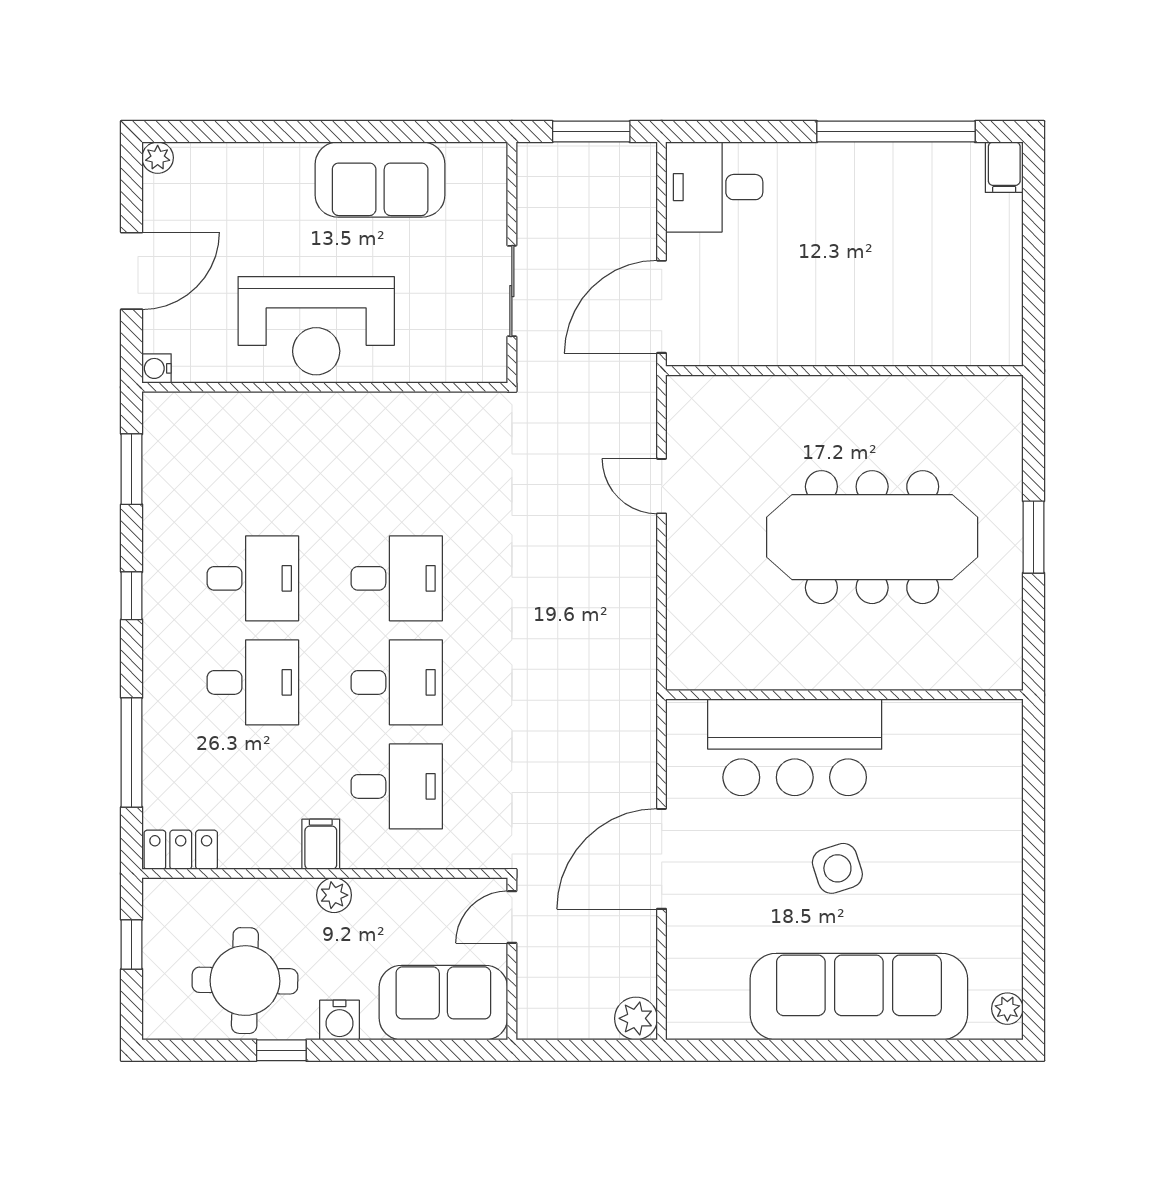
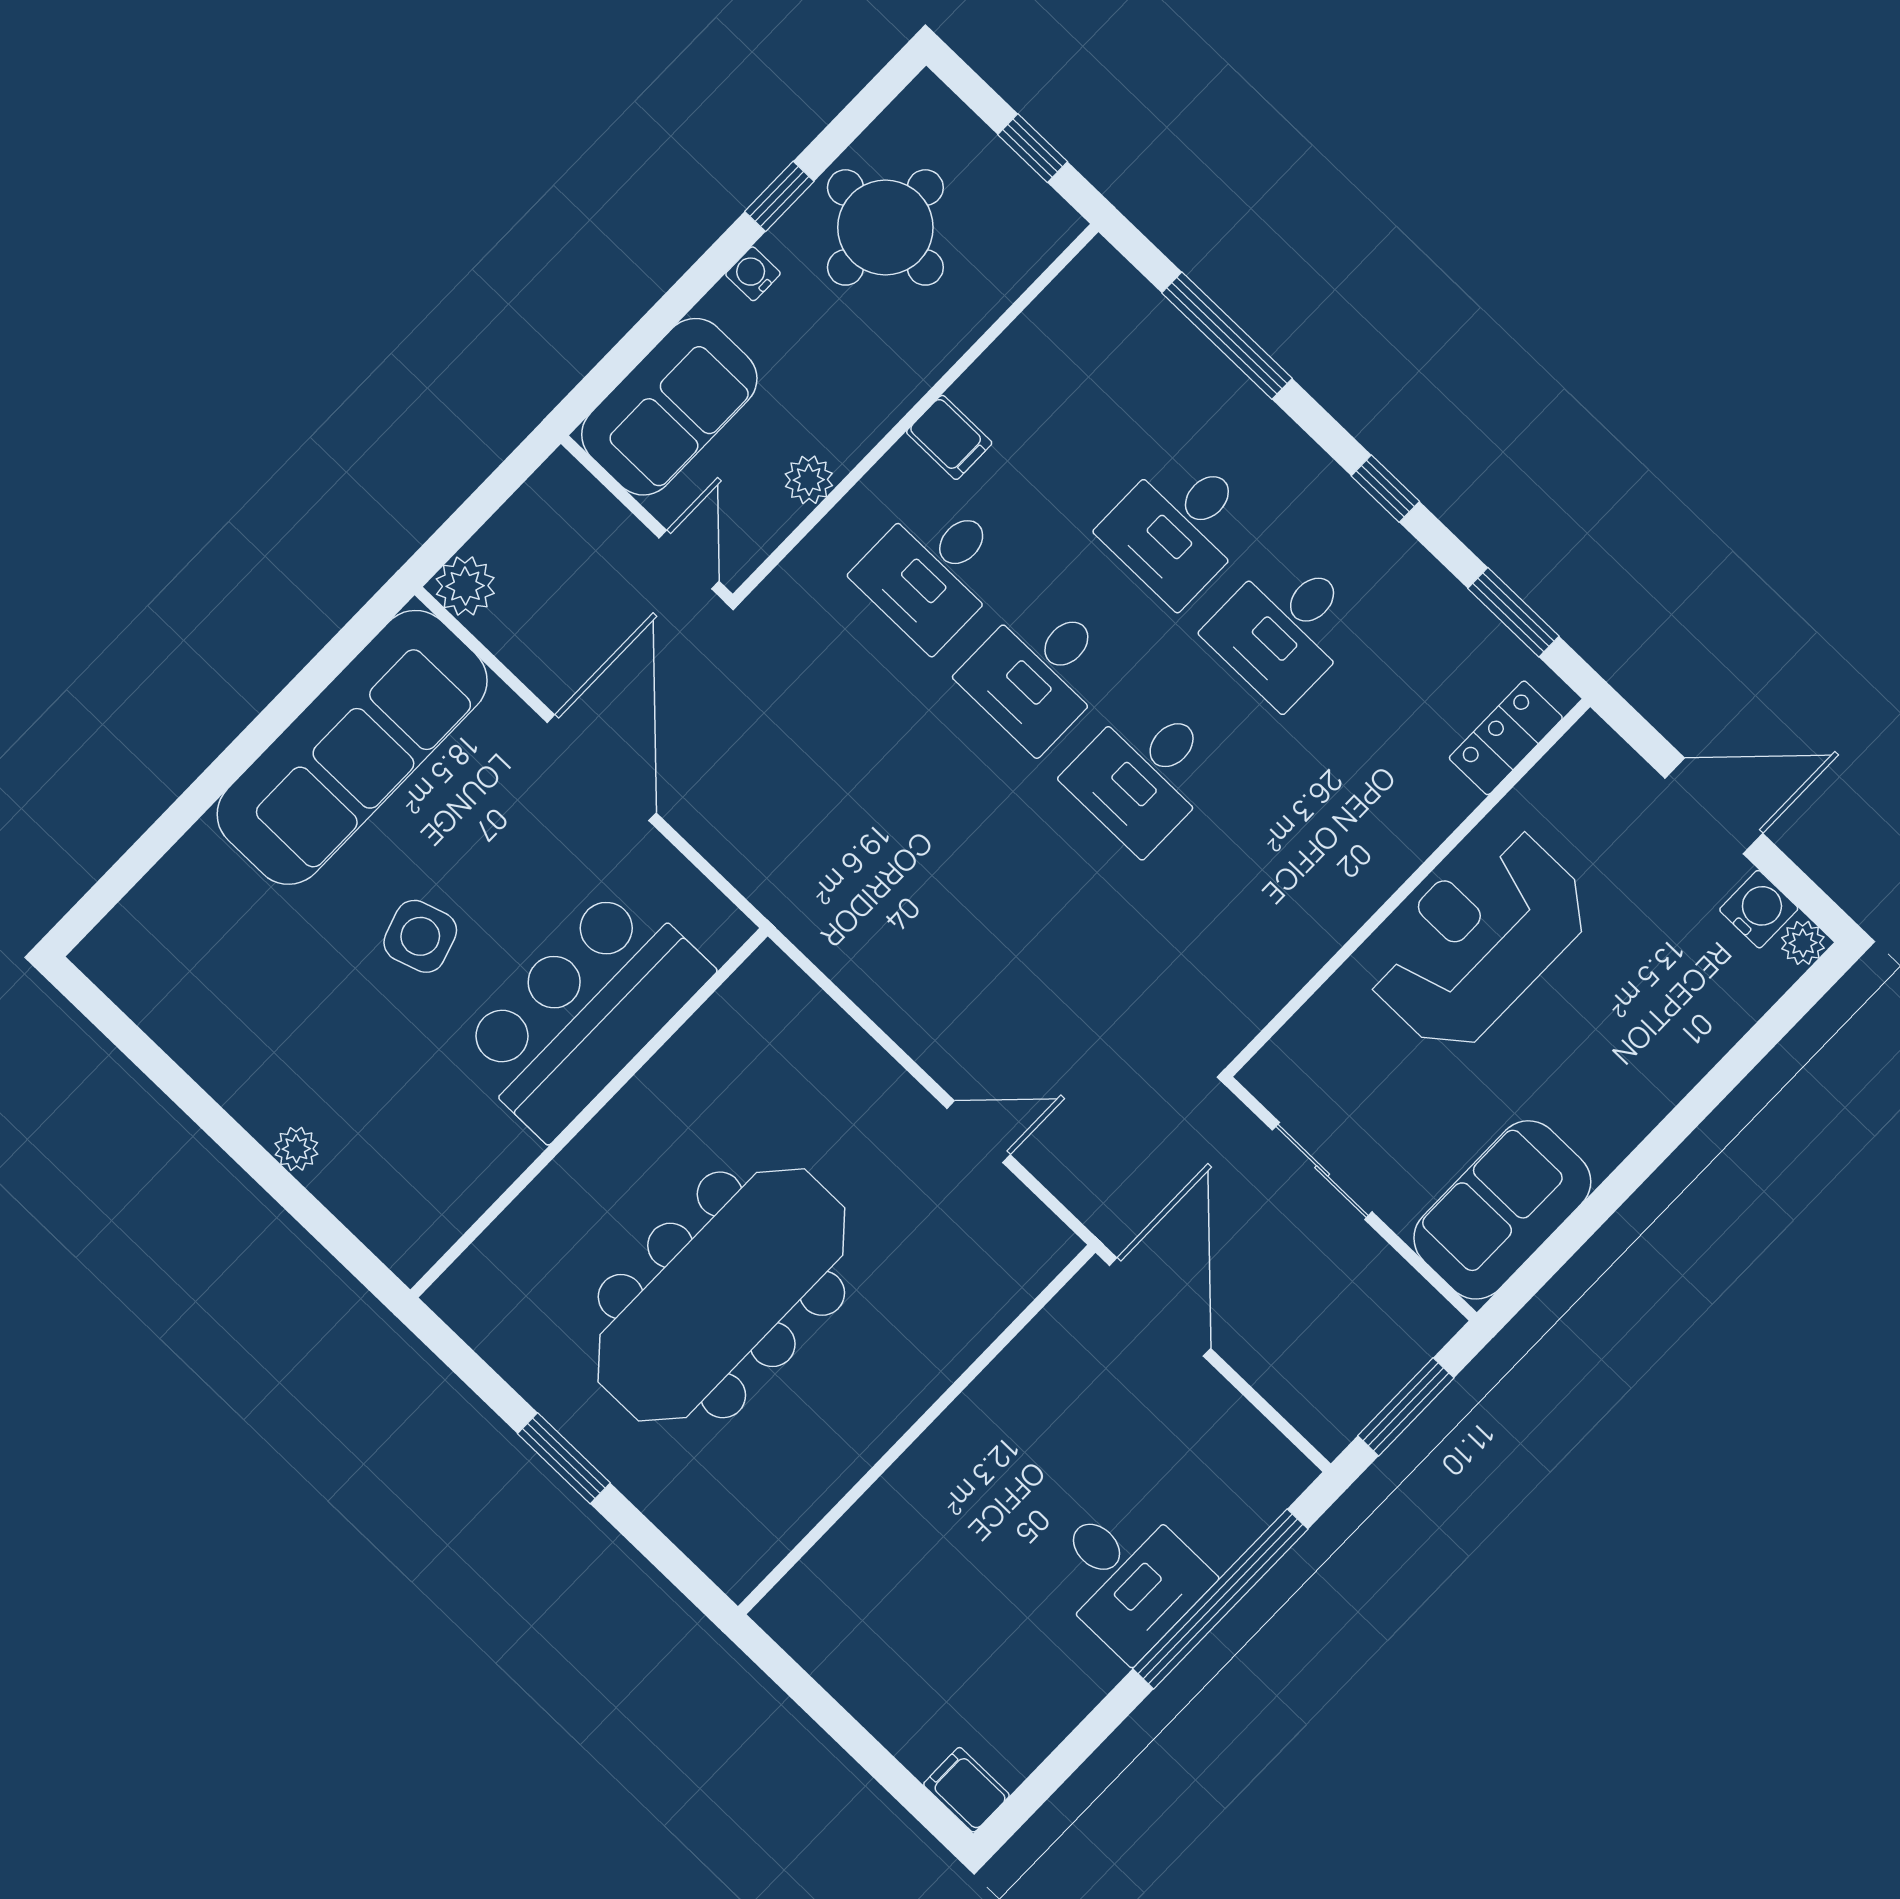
window: (896, 132) -> (1220, 1599), moved
sofa: (380, 180) -> (1502, 1210), moved
desk: (714, 187) -> (1127, 1576), moved, turned 90
door: (132, 271) -> (1714, 806), swing flipped
water cooler: (157, 368) -> (1759, 909), moved, width x1.38, depth x1.38
locker: (181, 850) -> (1506, 738), moved, turned 180
plant: (334, 895) -> (809, 480), moved
sofa: (859, 997) -> (352, 747), moved
plant: (1007, 1009) -> (296, 1149), moved
water cooler: (340, 1020) -> (753, 274), width x0.72, depth x0.72

